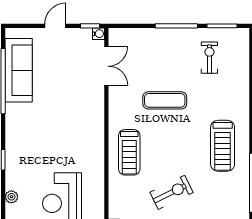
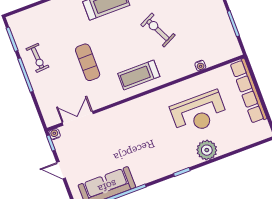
exercise bike: (209, 58) -> (37, 58), moved, turned -94
treadmill: (129, 152) -> (139, 75), turned 180
plant: (11, 197) -> (207, 150), width x1.87, depth x1.87

